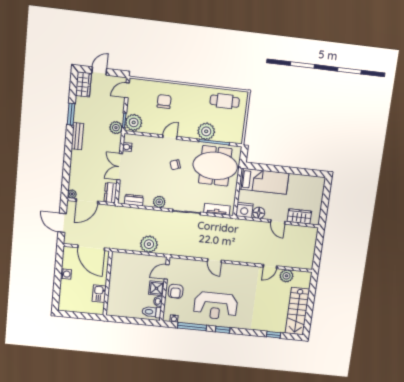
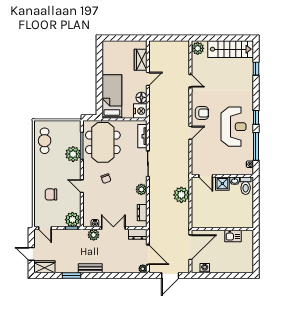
plant: (116, 128) -> (94, 235), moved
double door: (120, 167) -> (113, 228), swing flipped
washing machine: (66, 274) -> (205, 268), moved
plant: (286, 276) -> (198, 48), moved
armchair: (176, 291) -> (202, 113), moved

